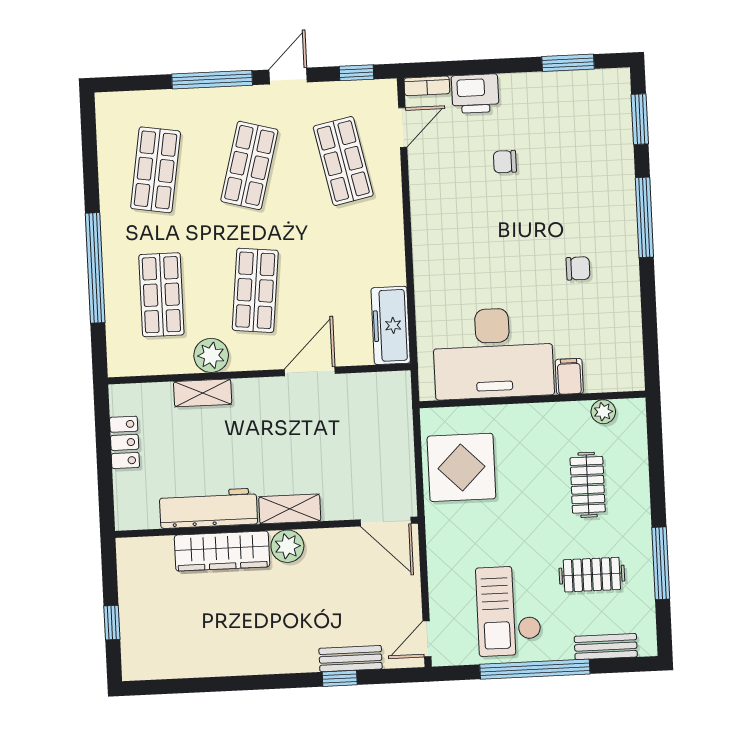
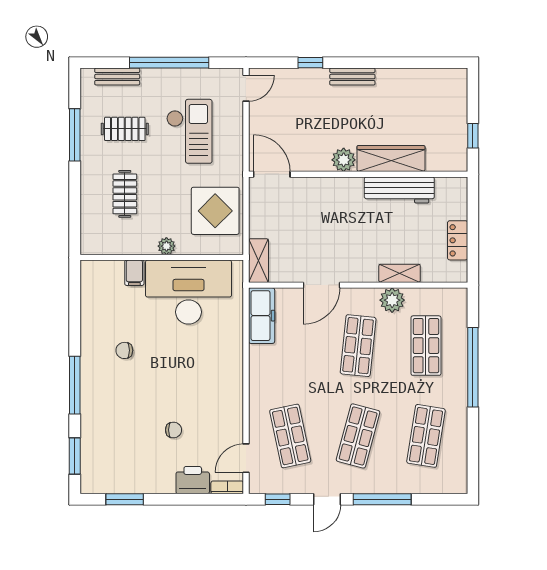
plant: (603, 412) -> (166, 246), moved
shelving: (290, 509) -> (259, 261), moved, turned 90
checkout: (509, 611) -> (189, 131), moved
window: (112, 623) -> (473, 136), moved
bench: (351, 659) -> (352, 77), moved

